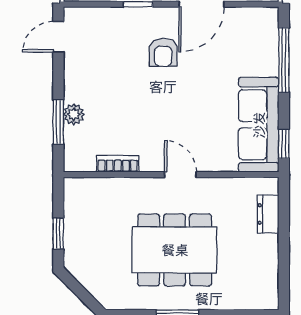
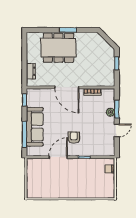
door: (58, 37) -> (117, 130), moved
sofa: (259, 125) -> (35, 127), moved
door: (180, 175) -> (67, 87), width x1.88
dining table: (175, 250) -> (58, 48), moved

